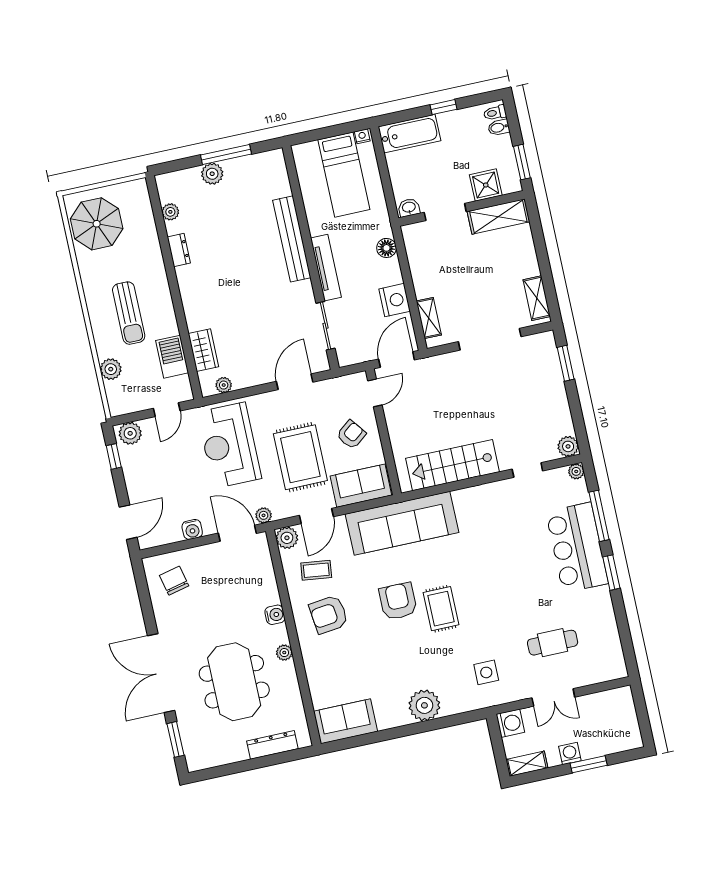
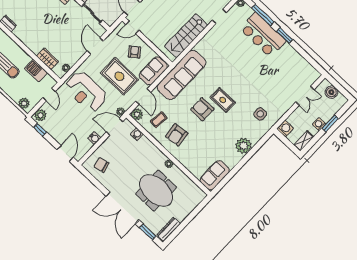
plant: (111, 369) -> (24, 103), moved
door: (375, 393) -> (132, 27), swing flipped
water cooler: (275, 615) -> (137, 134), moved
cafe table: (553, 643) -> (280, 82), removed
double door: (553, 697) -> (305, 96), moved
boiler: (625, 715) -> (331, 92), added
dresser: (272, 745) -> (169, 229), moved

